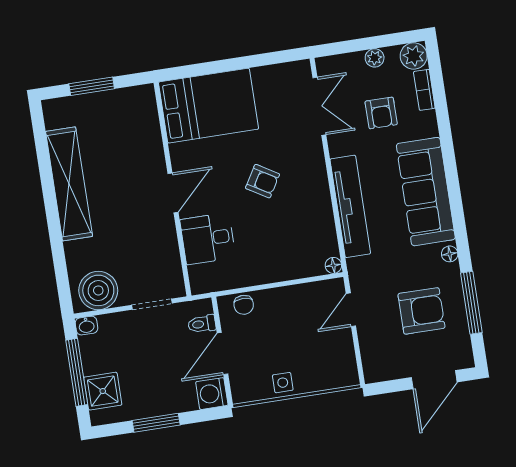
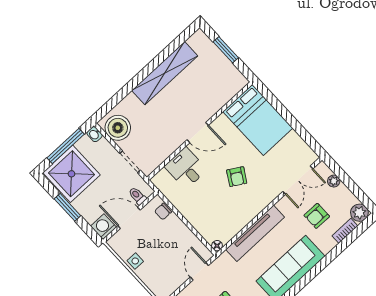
plant: (375, 58) -> (334, 181), moved
door: (351, 310) -> (199, 271), hinge flipped
shower: (103, 391) -> (71, 174), width x1.86, depth x1.86

